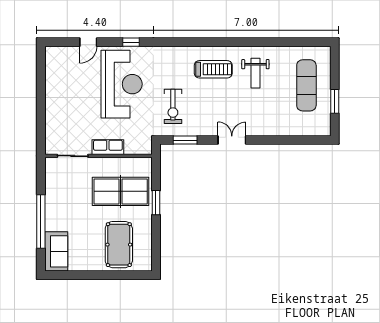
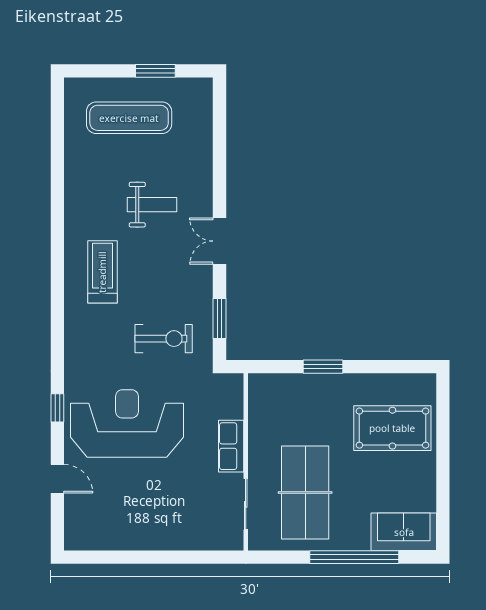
weight bench: (255, 73) -> (152, 205), moved
table tennis table: (121, 191) -> (305, 492), moved

